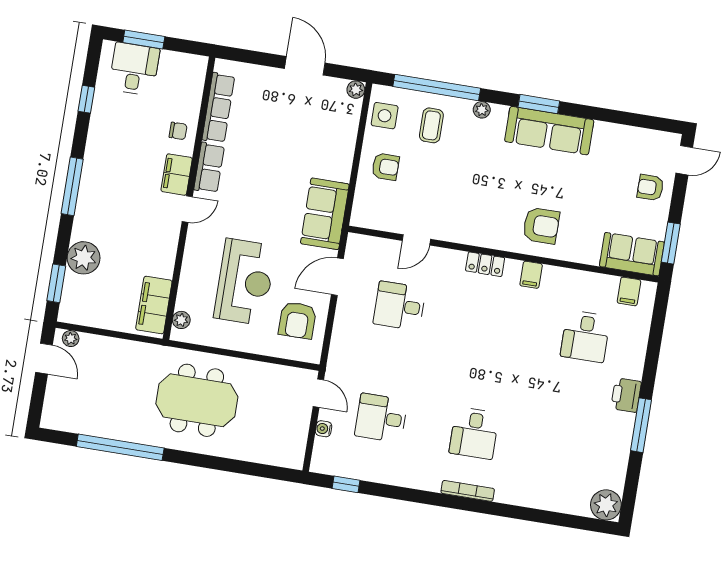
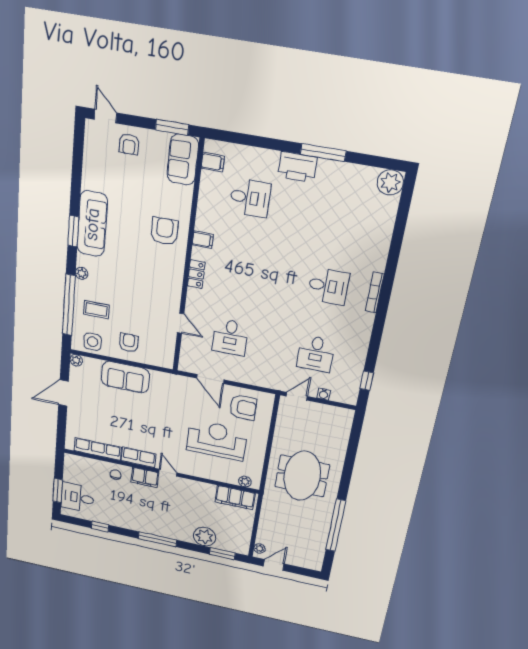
sofa: (325, 214) -> (125, 377), moved
printer: (626, 395) -> (297, 167), width x1.37, depth x1.19

